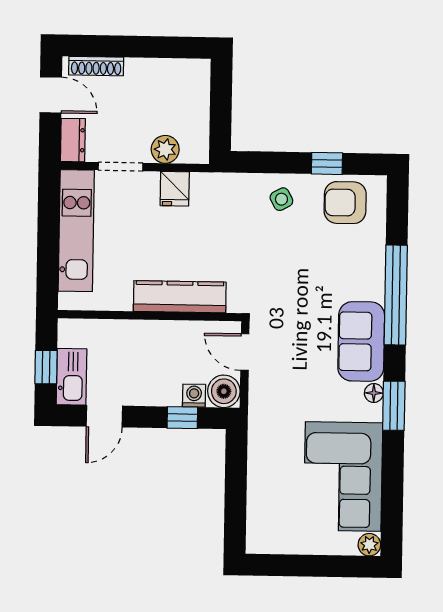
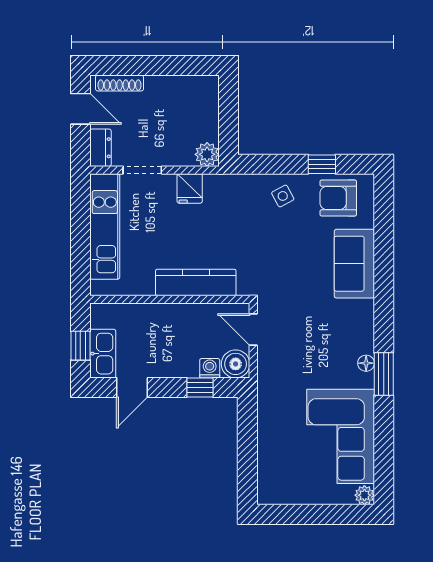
plant: (165, 149) -> (207, 154), moved
window: (396, 295) -> (384, 278), removed
sofa: (361, 341) -> (354, 264), moved

